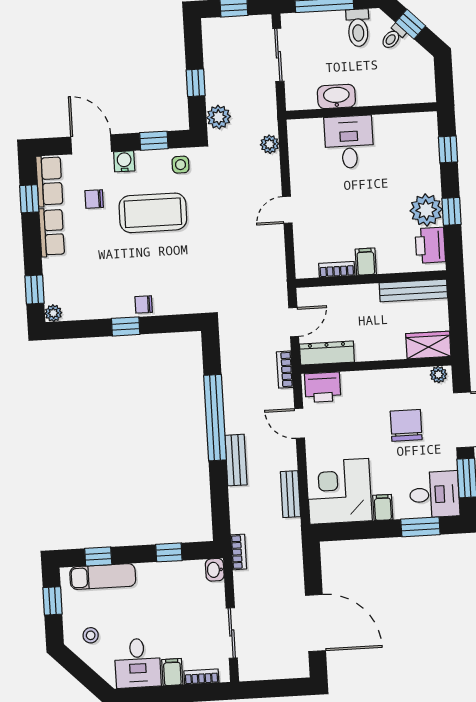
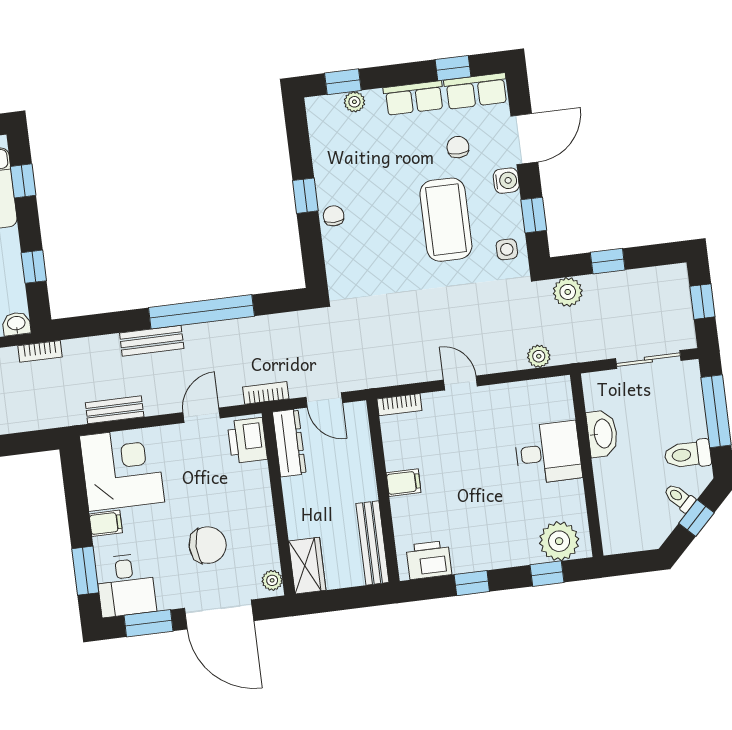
plant: (426, 210) -> (559, 541), moved
bookcase: (337, 269) -> (399, 405), moved, turned 90
plant: (53, 313) -> (354, 102), moved

